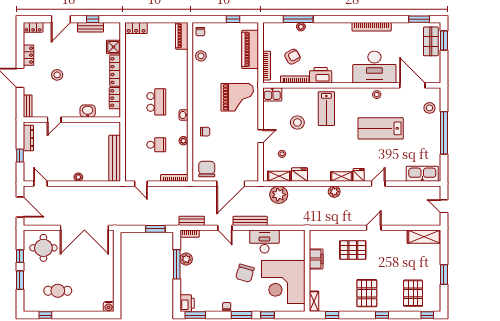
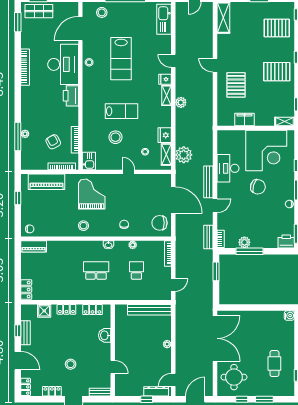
stool: (201, 56) -> (83, 226), moved
locker: (115, 71) -> (66, 309), width x0.66
printer: (321, 75) -> (71, 96), moved
lab bench: (326, 109) -> (121, 111), moved
dresser: (28, 138) -> (156, 391), moved

